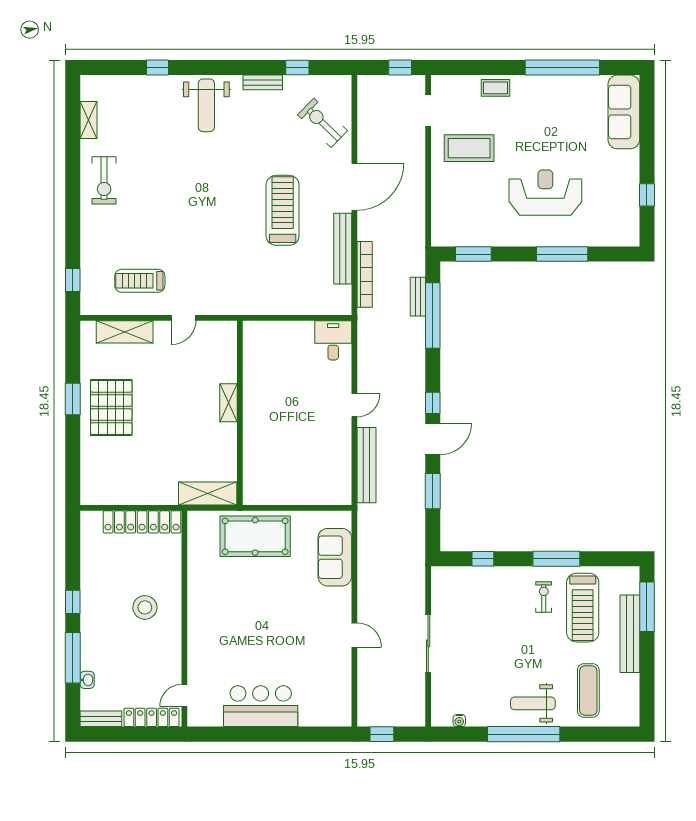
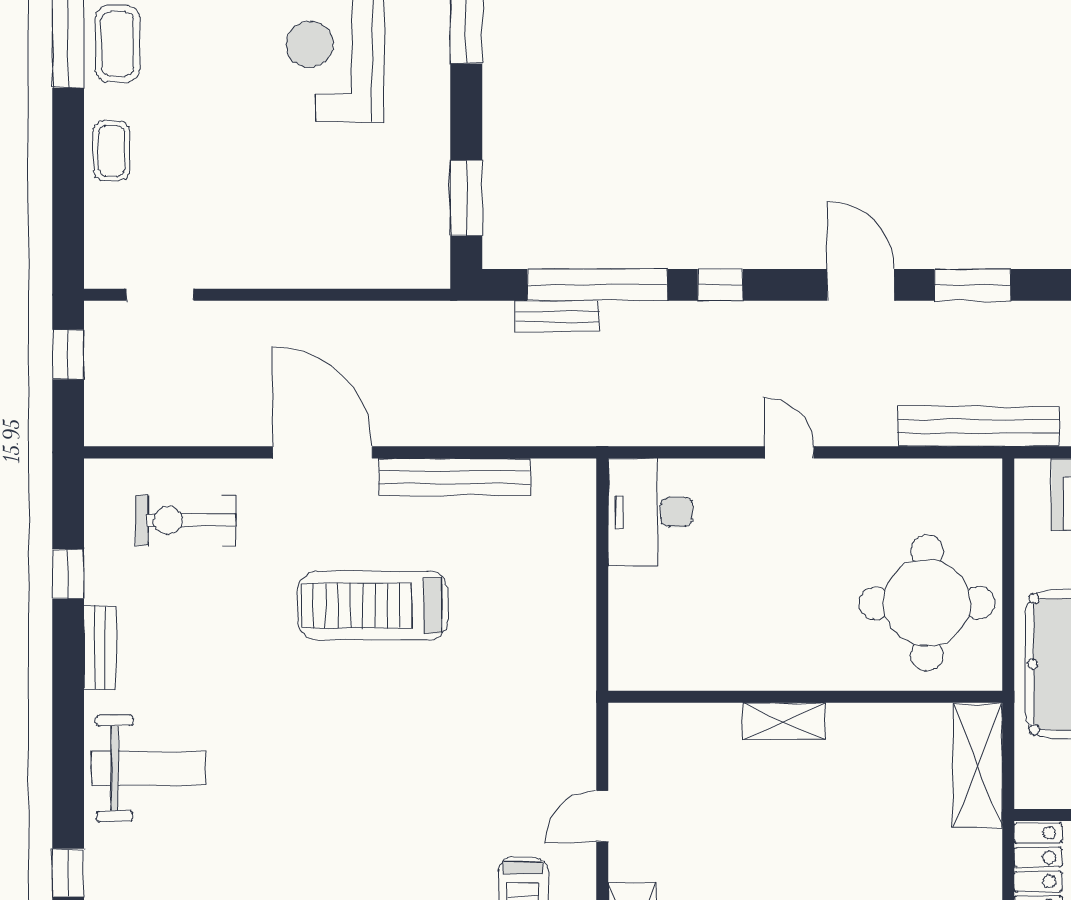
exercise bike: (322, 123) -> (186, 520), turned 46
coffee table: (469, 148) -> (118, 44), moved, width x0.73, depth x0.76
bookcase: (365, 274) -> (510, 431), removed
door: (184, 318) -> (602, 816), swing flipped
desk: (333, 340) -> (650, 512), width x1.37
window: (433, 403) -> (720, 285), moved
bench: (366, 465) -> (979, 426), moved
round table: (284, 470) -> (927, 603), added

